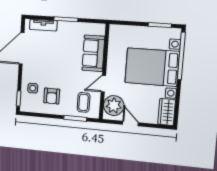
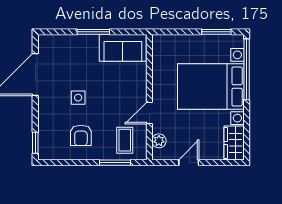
tv unit: (43, 25) -> (63, 41), removed
sofa: (93, 53) -> (123, 48), moved, turned -90
side table: (33, 88) -> (78, 98), moved
plant: (114, 106) -> (159, 141), width x0.53, depth x0.53
door: (130, 124) -> (189, 163), hinge flipped

